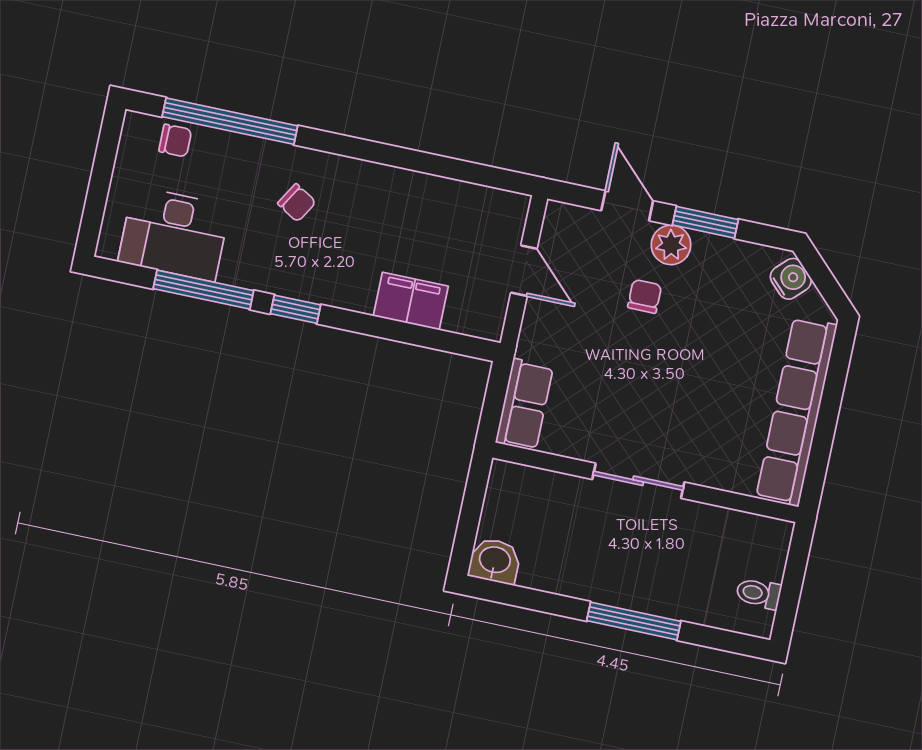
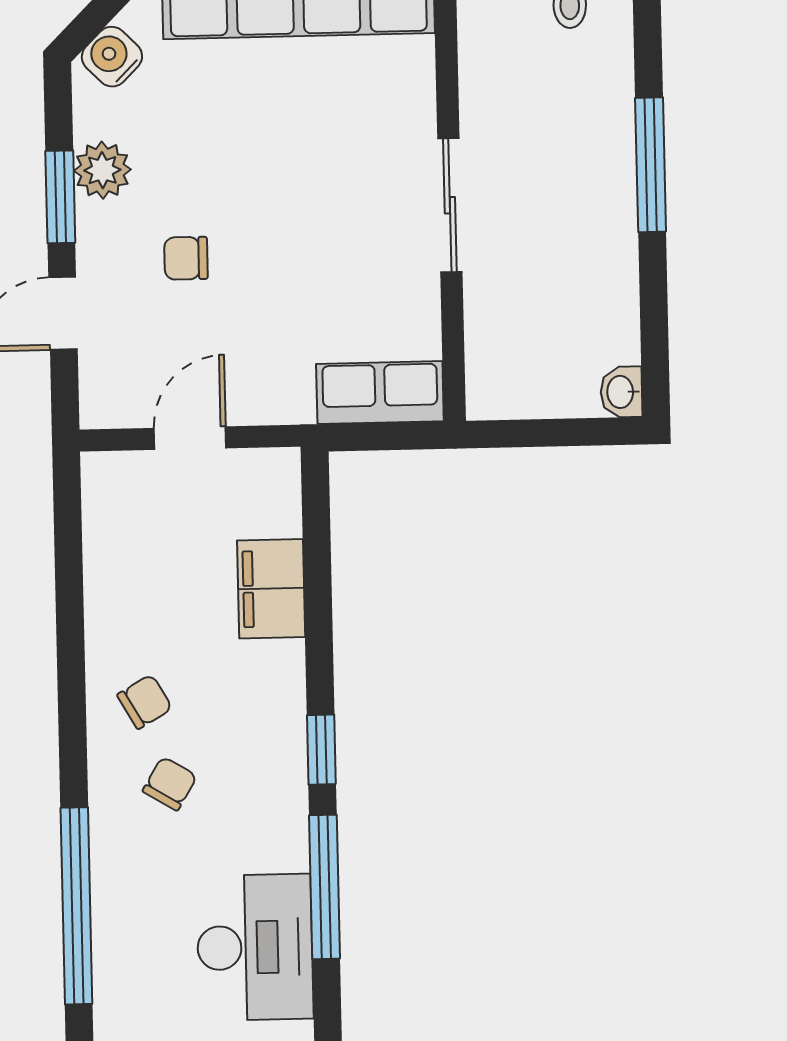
chair: (175, 141) -> (145, 702), moved, turned 60
plant: (671, 245) -> (102, 170), moved
washbasin: (495, 561) -> (621, 392), width x0.72, depth x0.69

